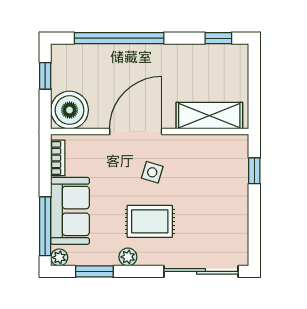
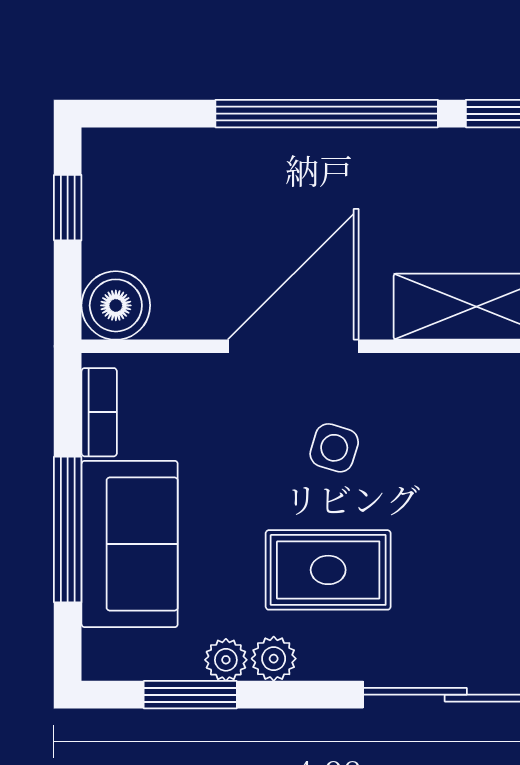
window: (119, 38) -> (327, 114), moved
boiler: (70, 110) -> (116, 305), width x0.73, depth x0.73
window: (45, 226) -> (68, 530), moved
plant: (59, 257) -> (226, 660), moved

